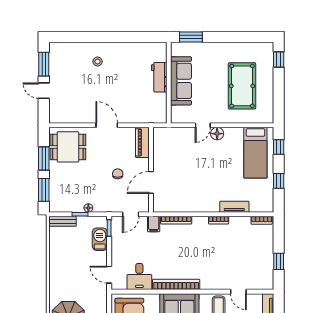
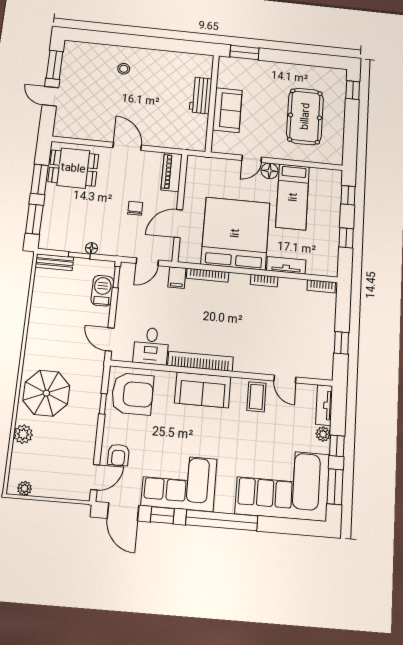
sofa: (181, 81) -> (227, 110), width x0.73
bed: (255, 153) -> (293, 197), moved
bed: (195, 186) -> (235, 233), added

